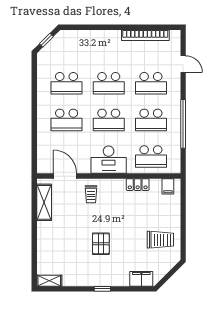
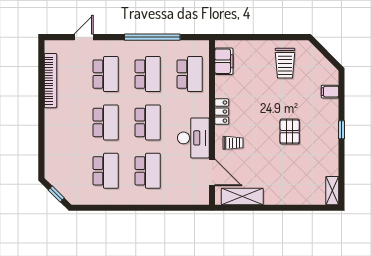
desk: (109, 160) -> (193, 138), moved
door: (65, 176) -> (212, 172), swing flipped
locker: (138, 185) -> (222, 112), moved
filing cabinet: (168, 186) -> (224, 61), width x2.00
trolley: (160, 240) -> (285, 63), turned 180
pallet: (101, 244) -> (290, 132), turned 90
filing cabinet: (141, 279) -> (330, 92), width x0.50

